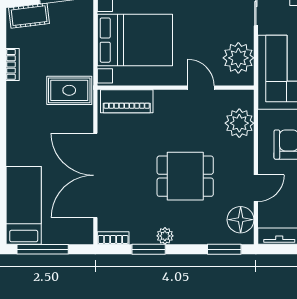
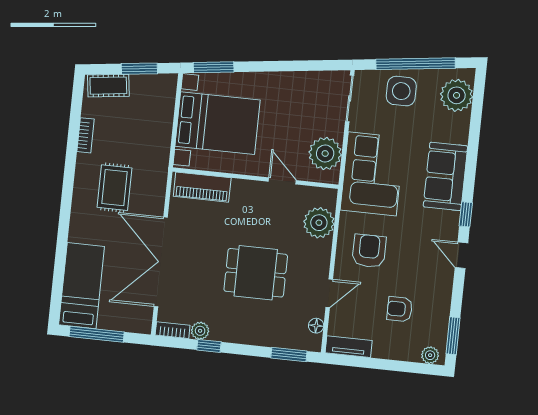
rug: (69, 90) -> (115, 188), moved, turned 90
floor lamp: (241, 220) -> (316, 326), width x0.53, depth x0.53
plant: (165, 236) -> (200, 331), moved
window: (149, 249) -> (209, 346), width x0.67

